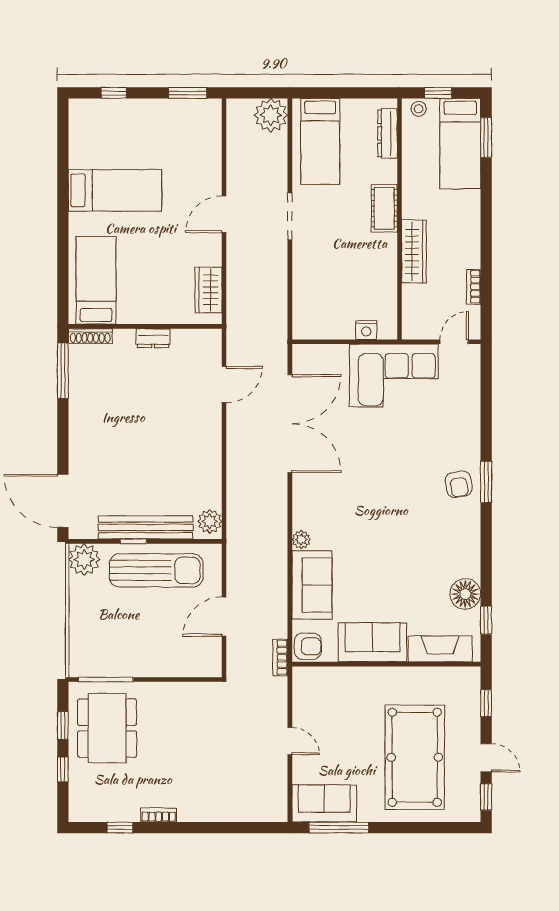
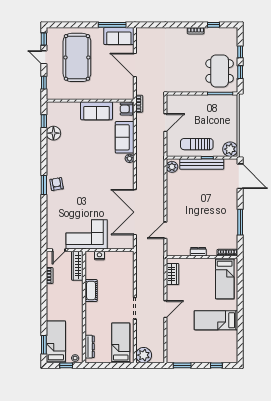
cot: (384, 208) -> (91, 290), moved
wardrobe: (414, 251) -> (77, 266), moved
window: (63, 371) -> (240, 222), moved
sun lounger: (156, 570) -> (197, 144), width x0.73, depth x0.75
fireplace: (440, 649) -> (65, 108), removed
door: (290, 741) -> (135, 65), width x1.87

